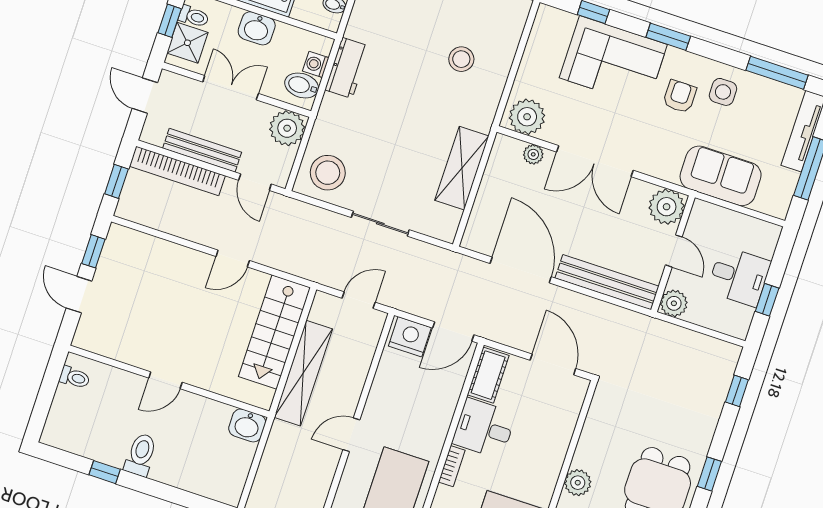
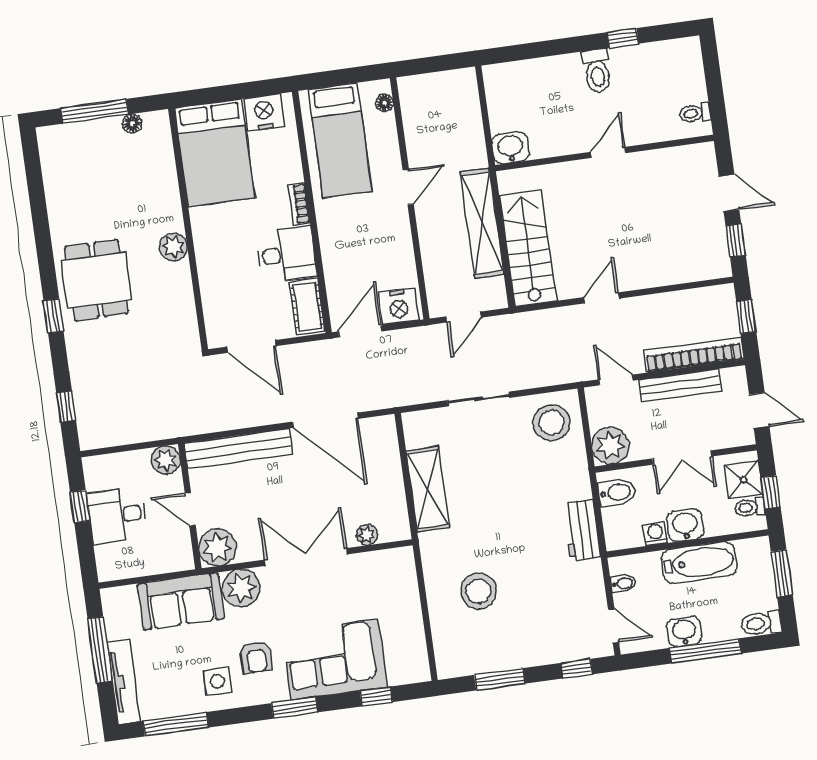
stool: (461, 59) -> (479, 591), width x1.38, depth x1.38
washing machine: (316, 64) -> (655, 534), moved, turned -90
plant: (527, 117) -> (241, 588), moved

